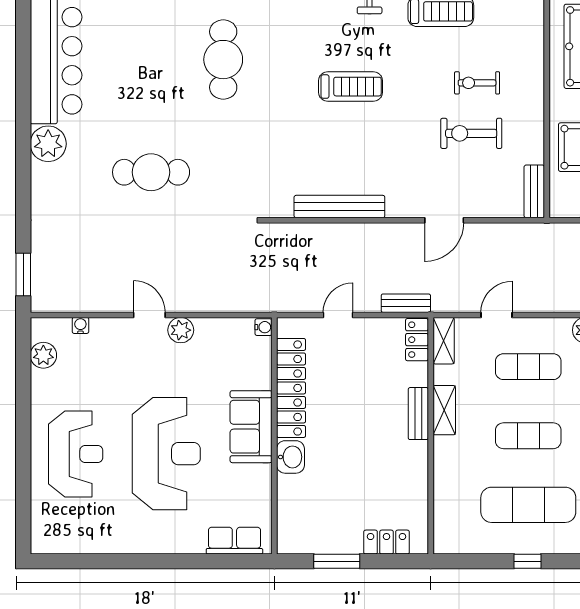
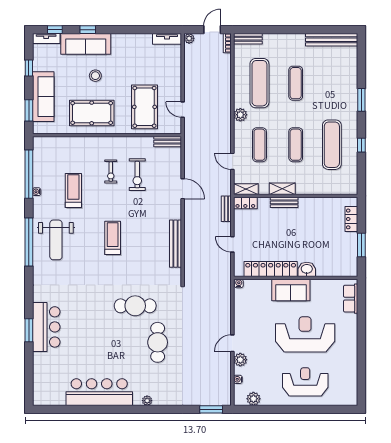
cafe table: (223, 60) -> (135, 306), moved
plant: (48, 144) -> (147, 401), width x0.53, depth x0.53
plant: (181, 330) -> (240, 360), moved

